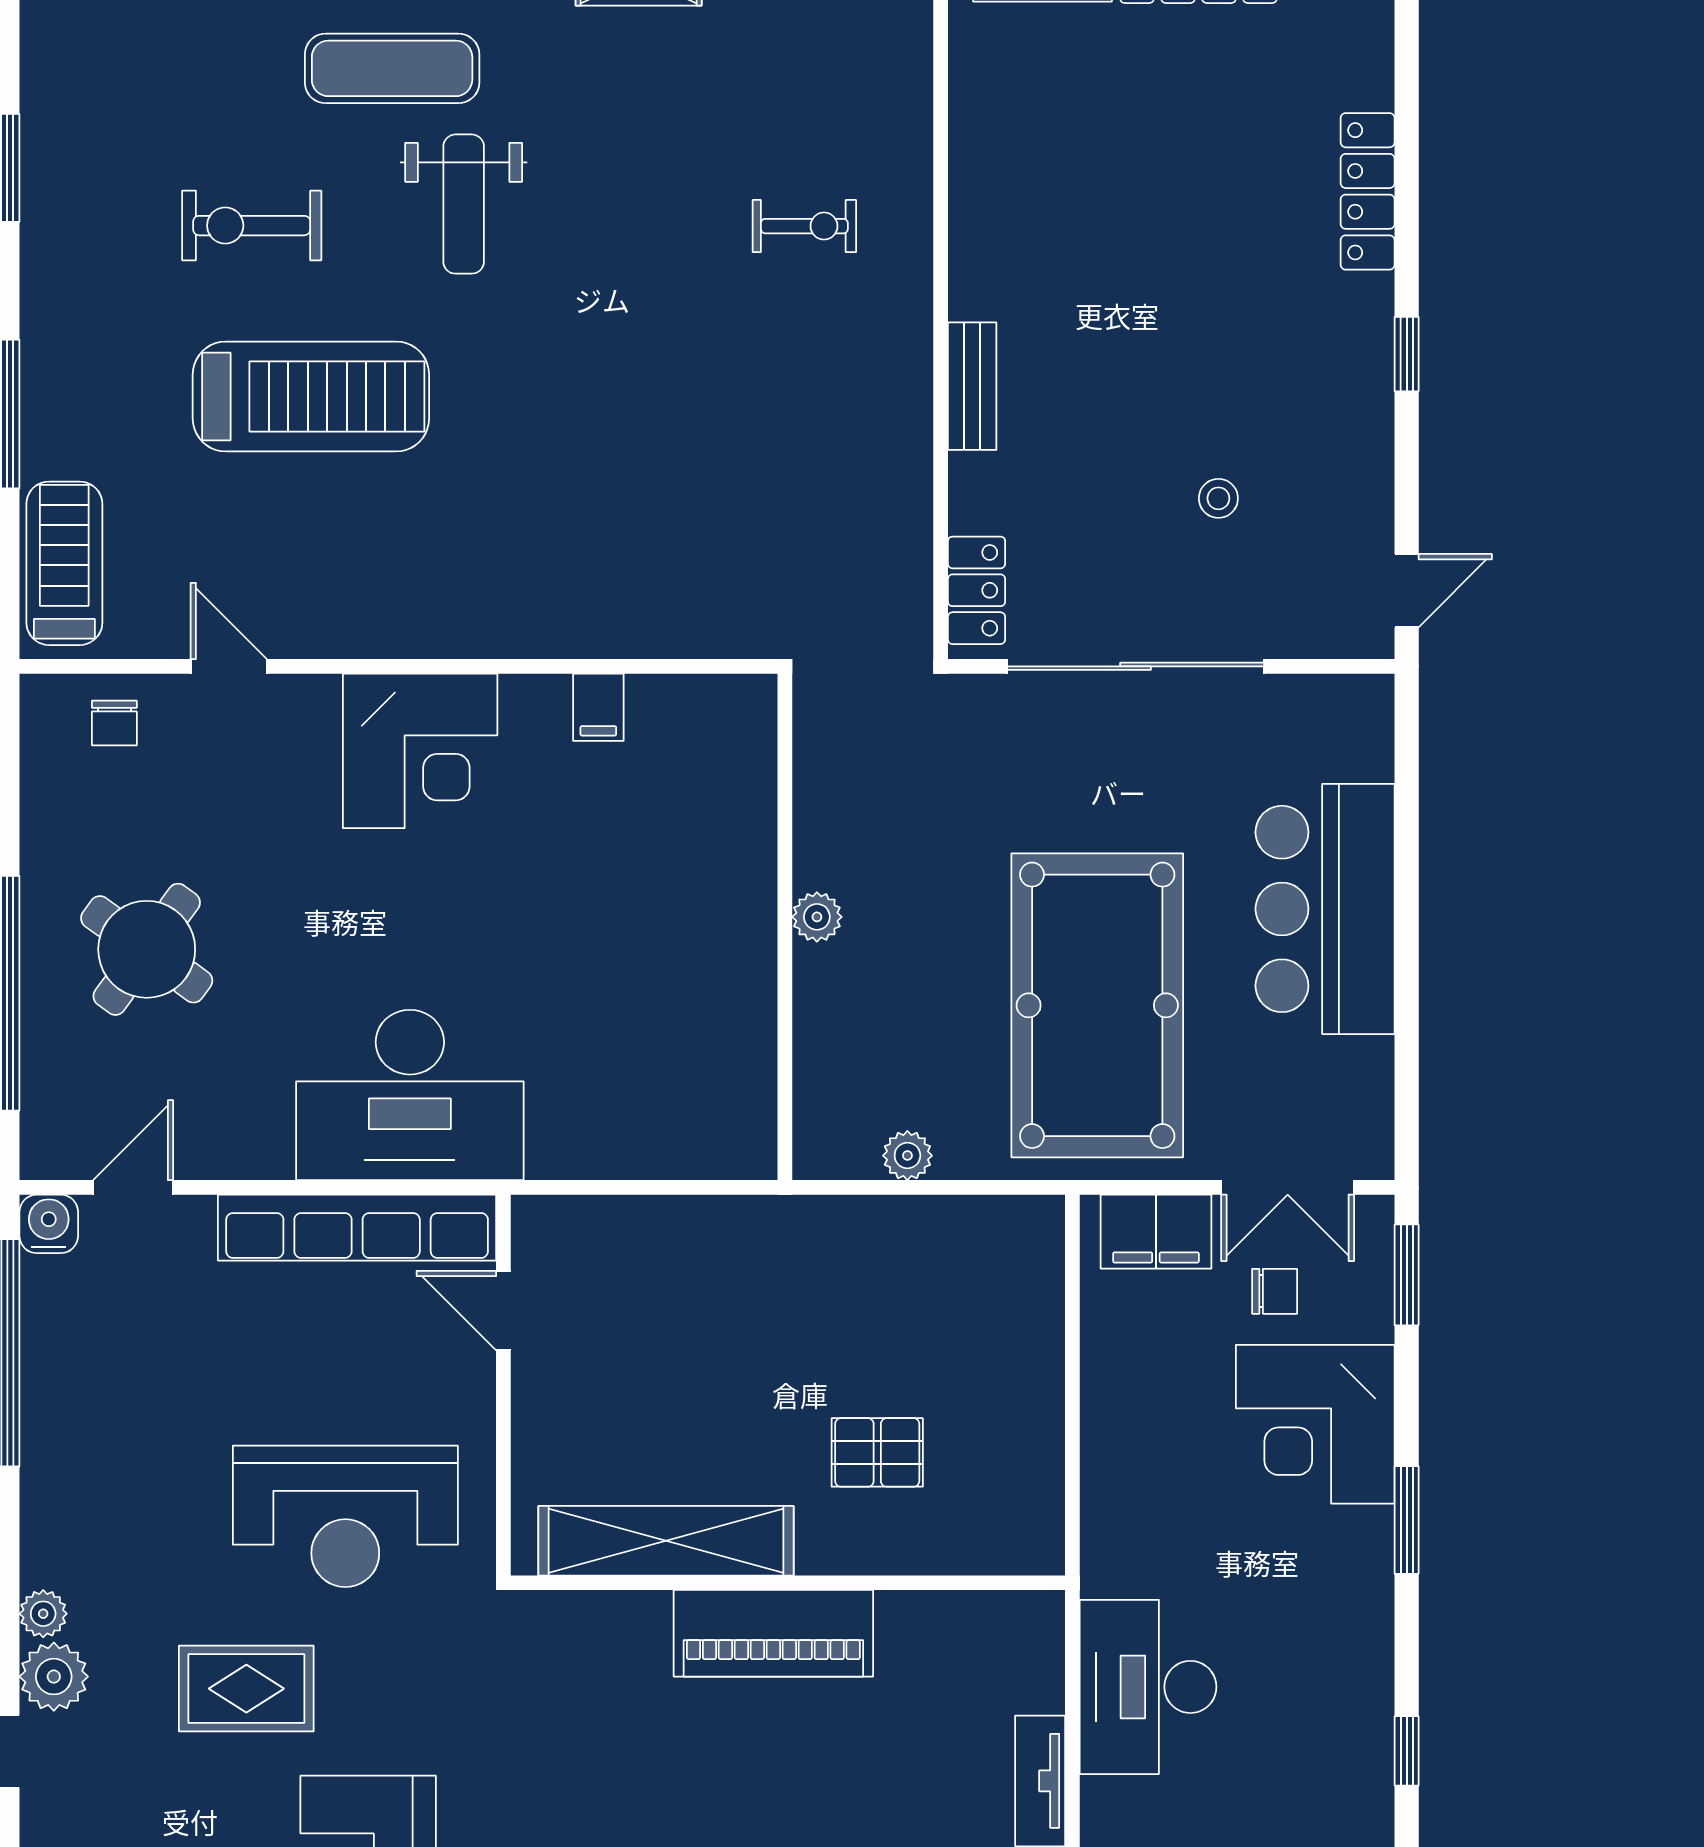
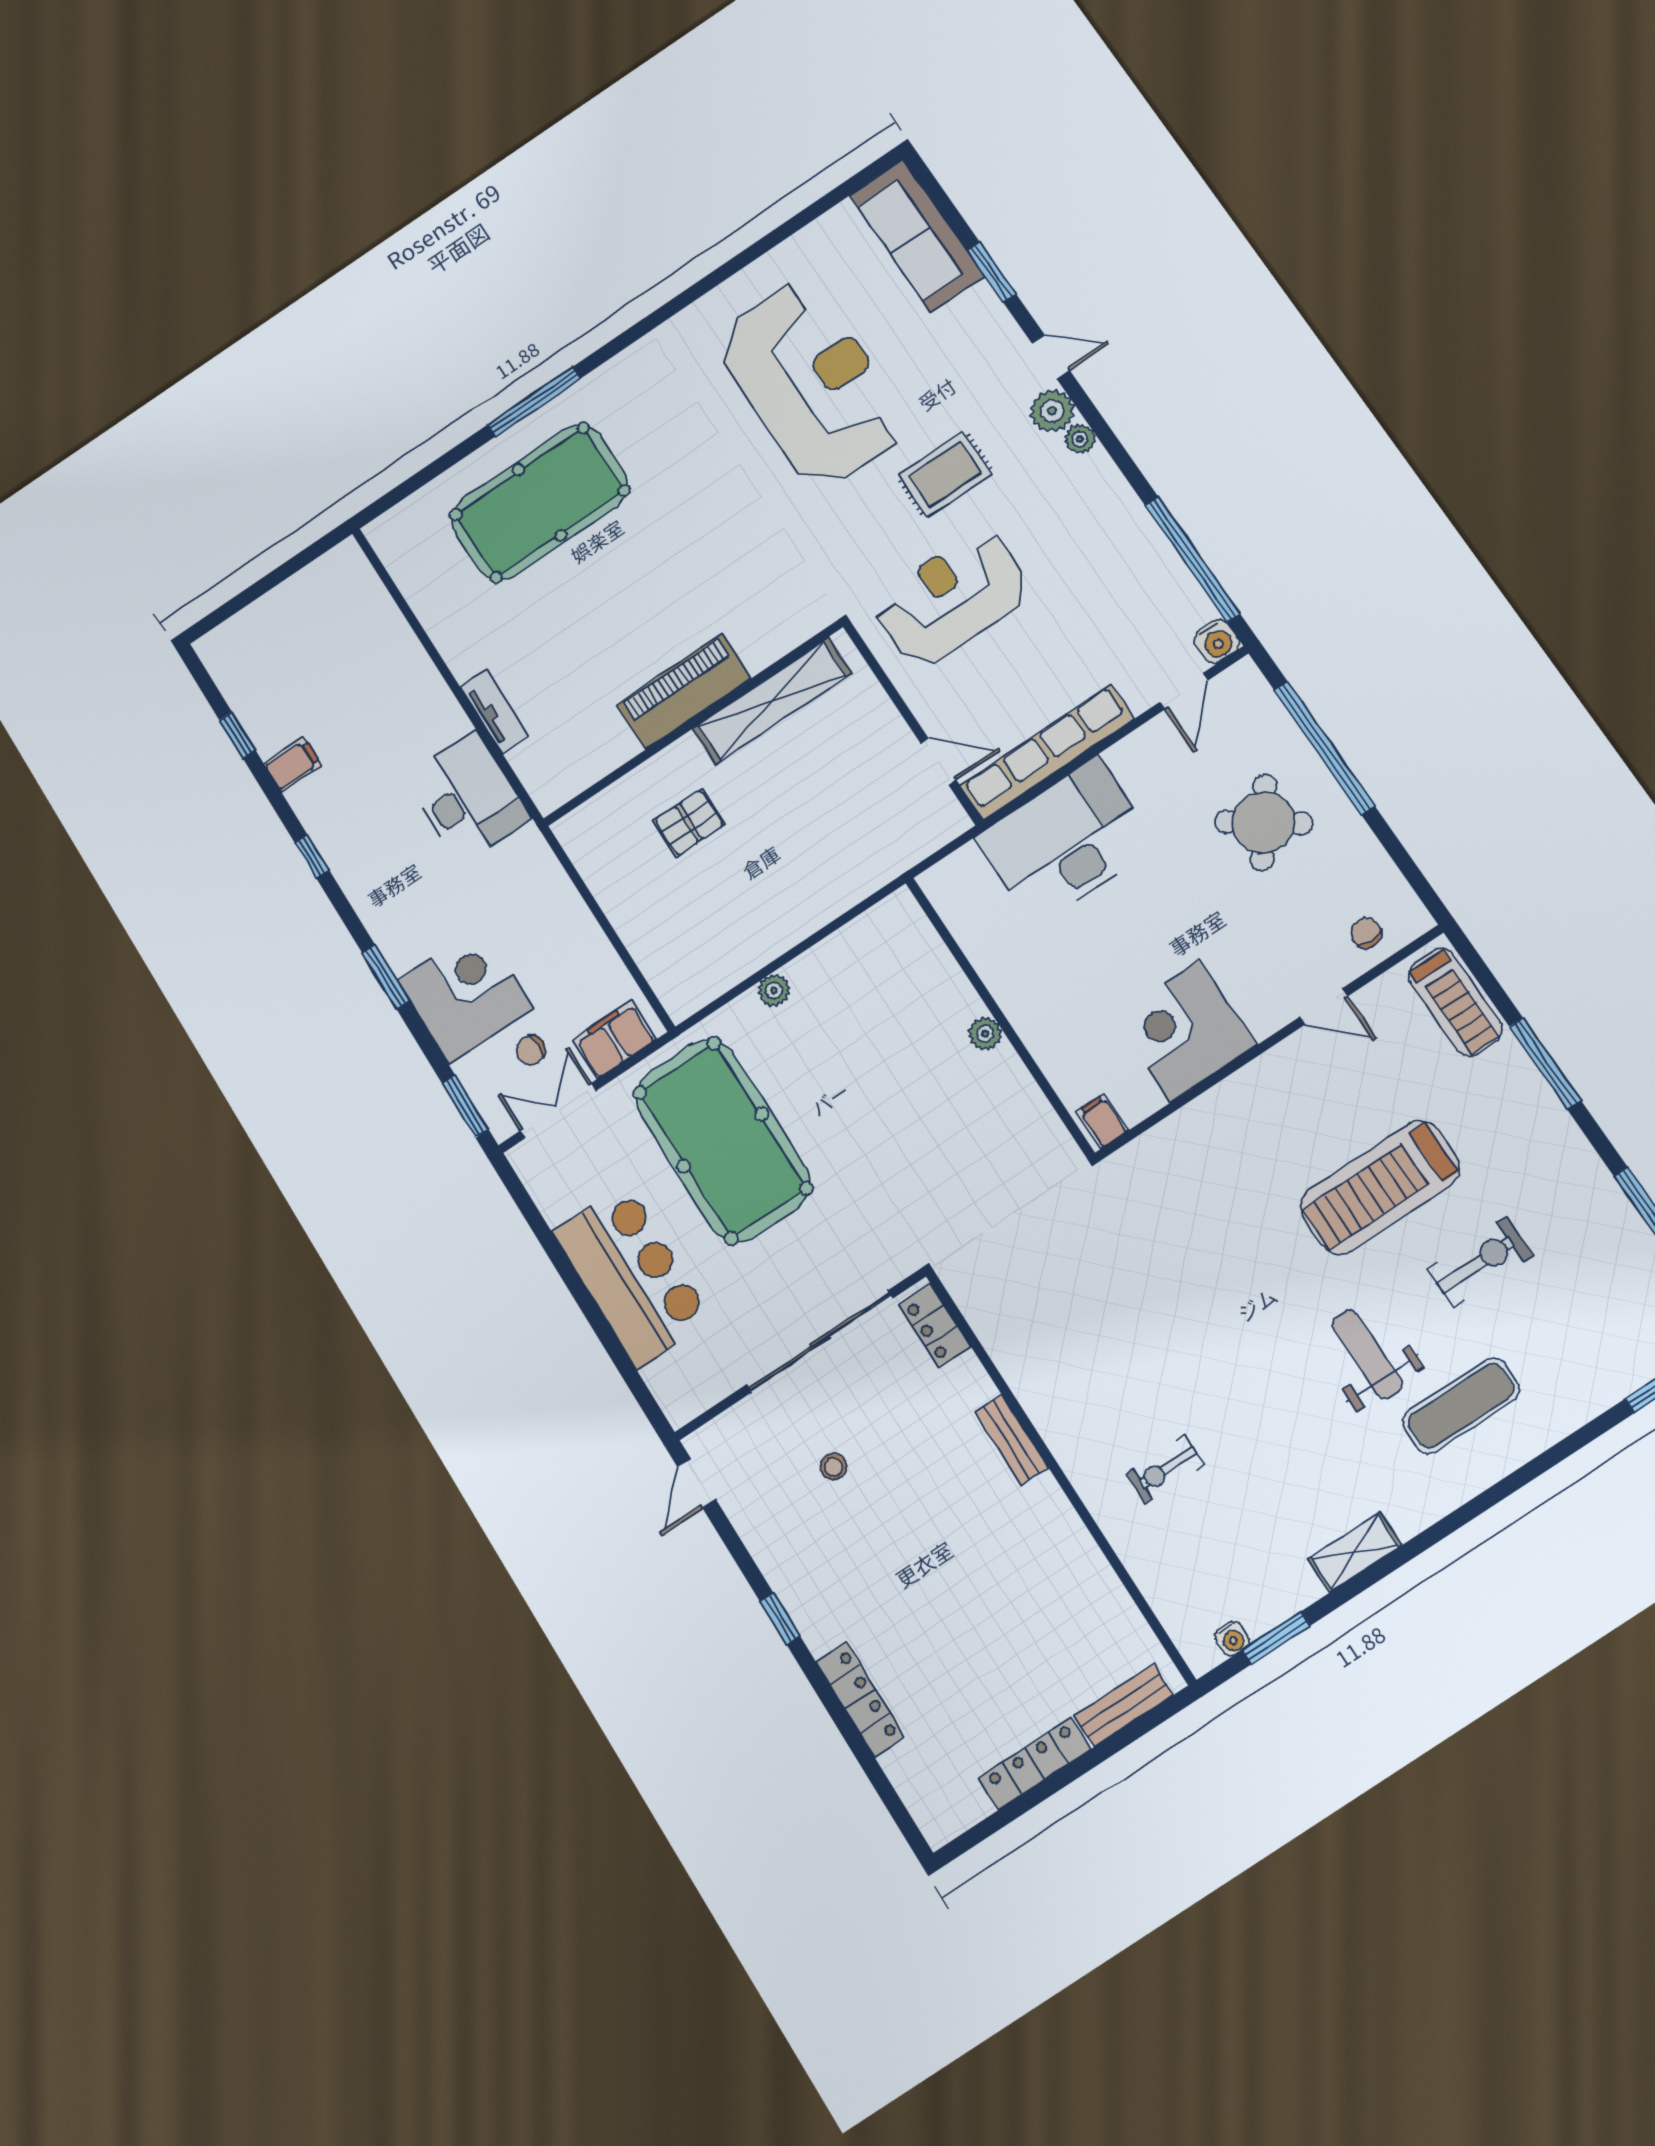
plant: (817, 917) -> (985, 1034), moved
wall: (785, 927) -> (999, 1017), moved

